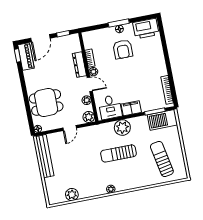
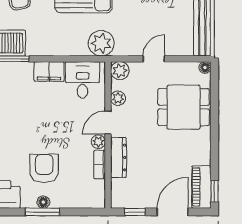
door: (90, 84) -> (108, 123), hinge flipped
plant: (122, 128) -> (101, 43), moved

